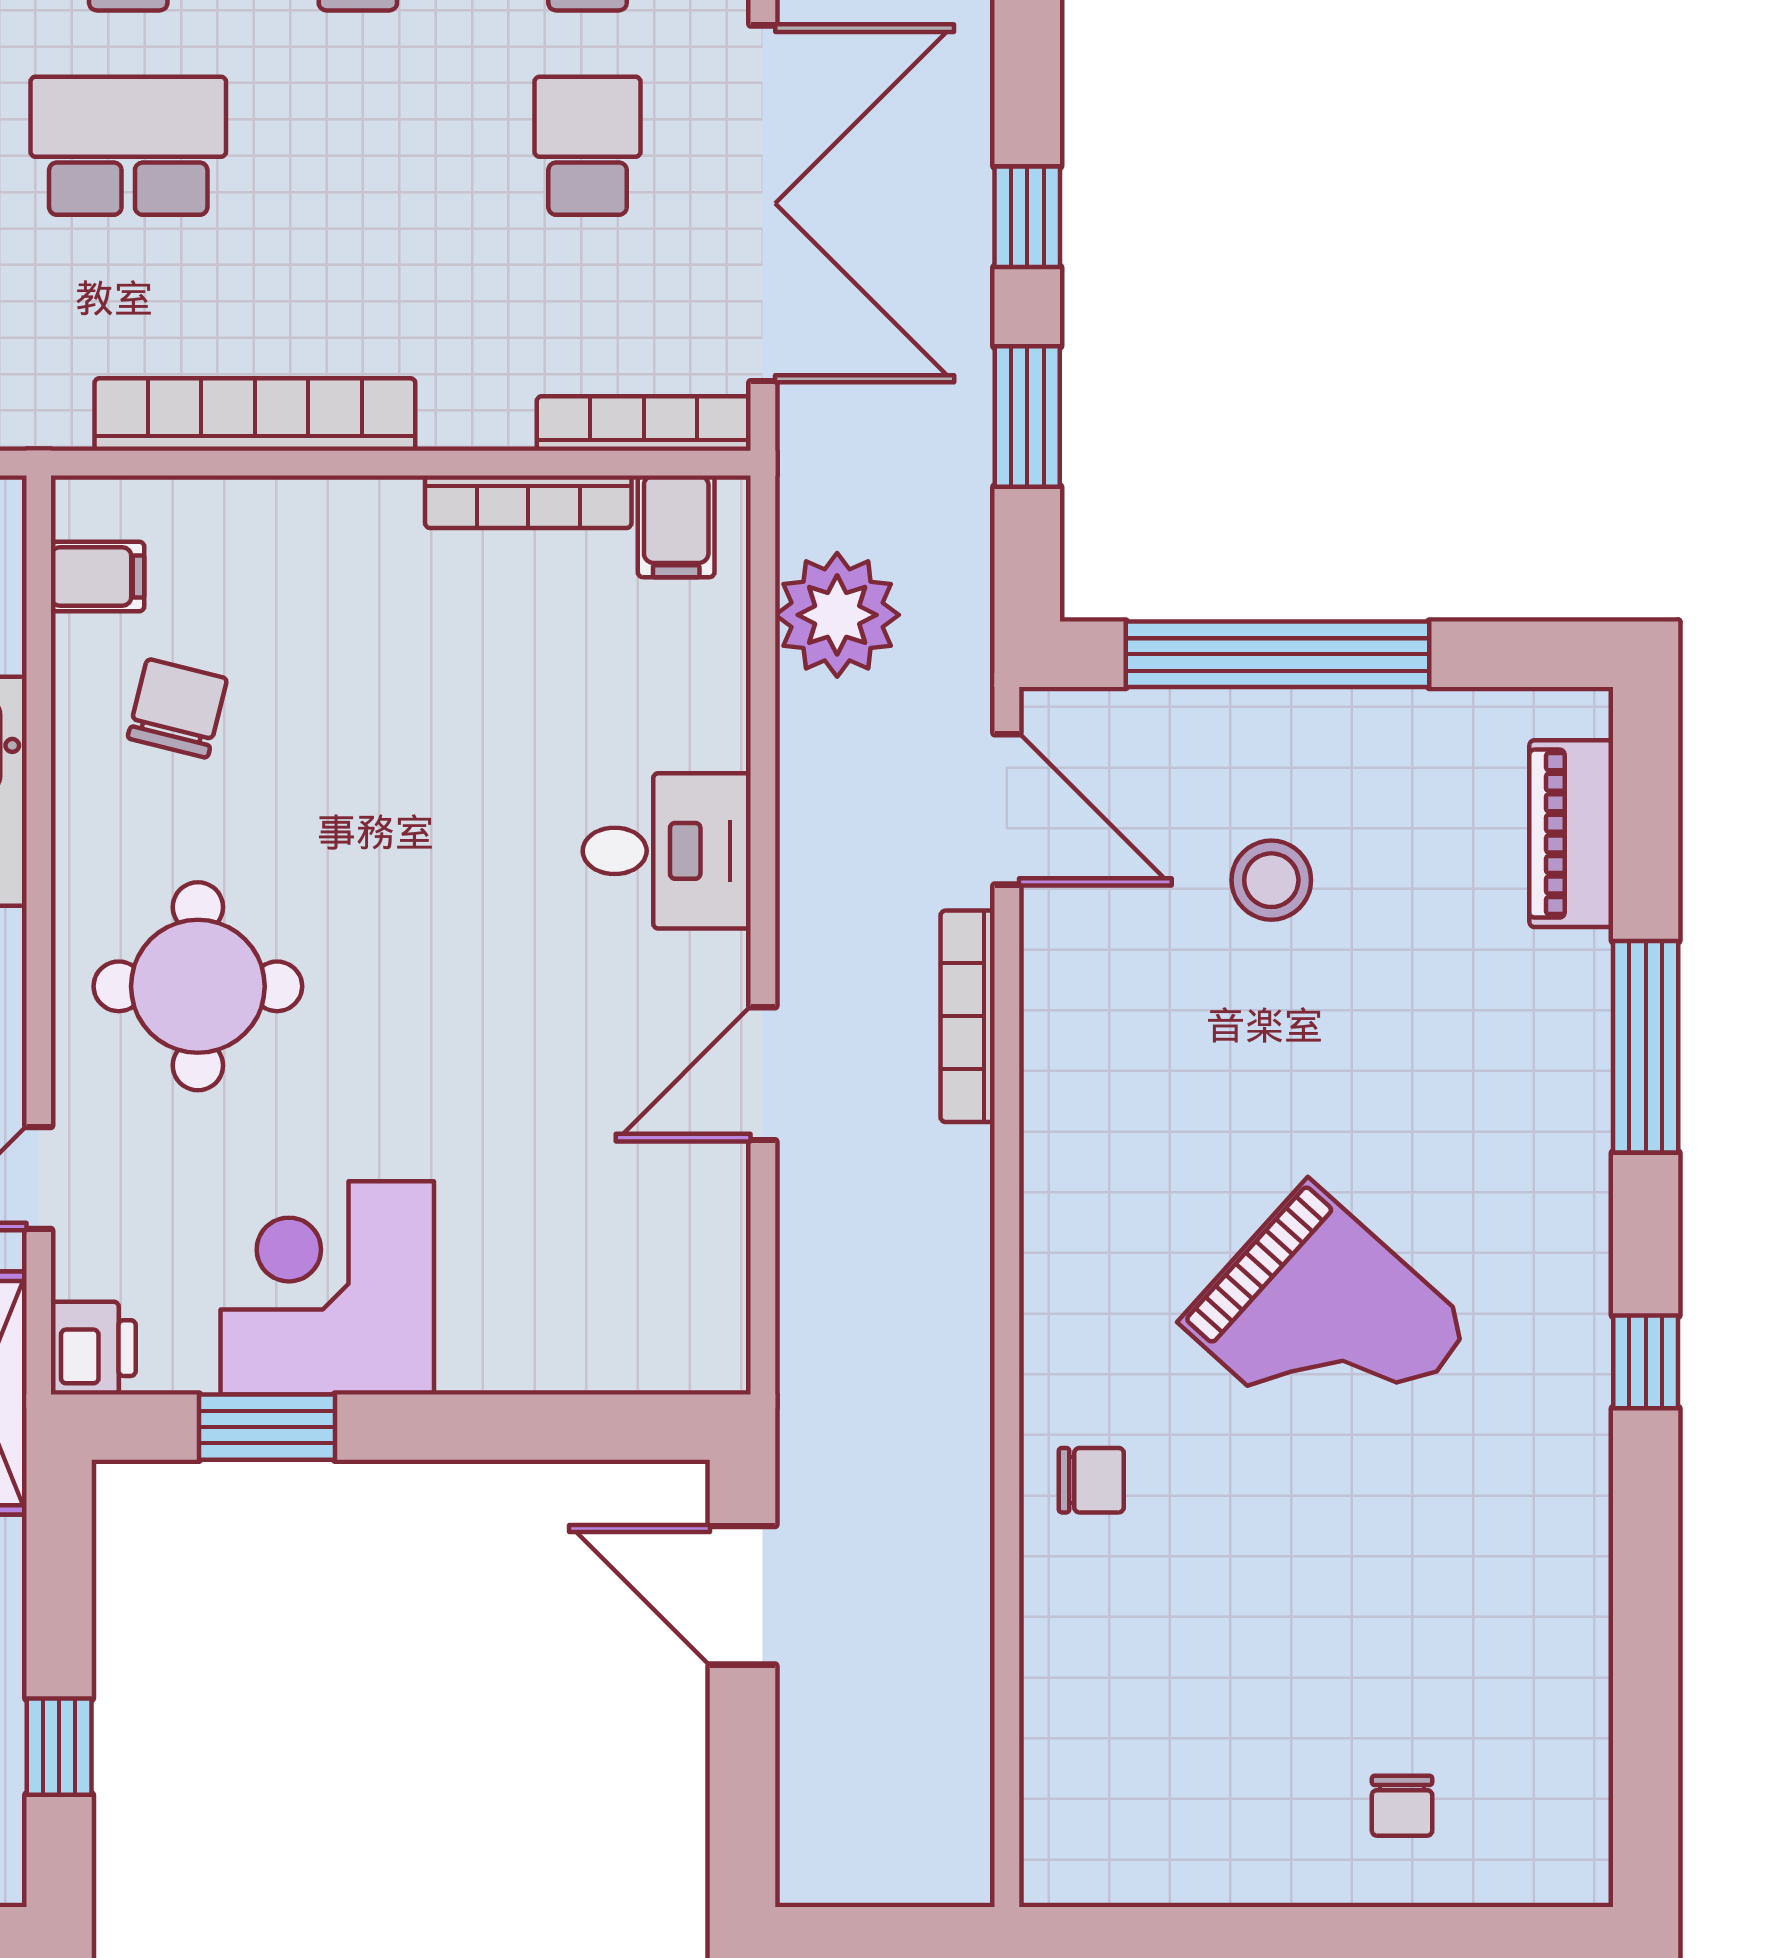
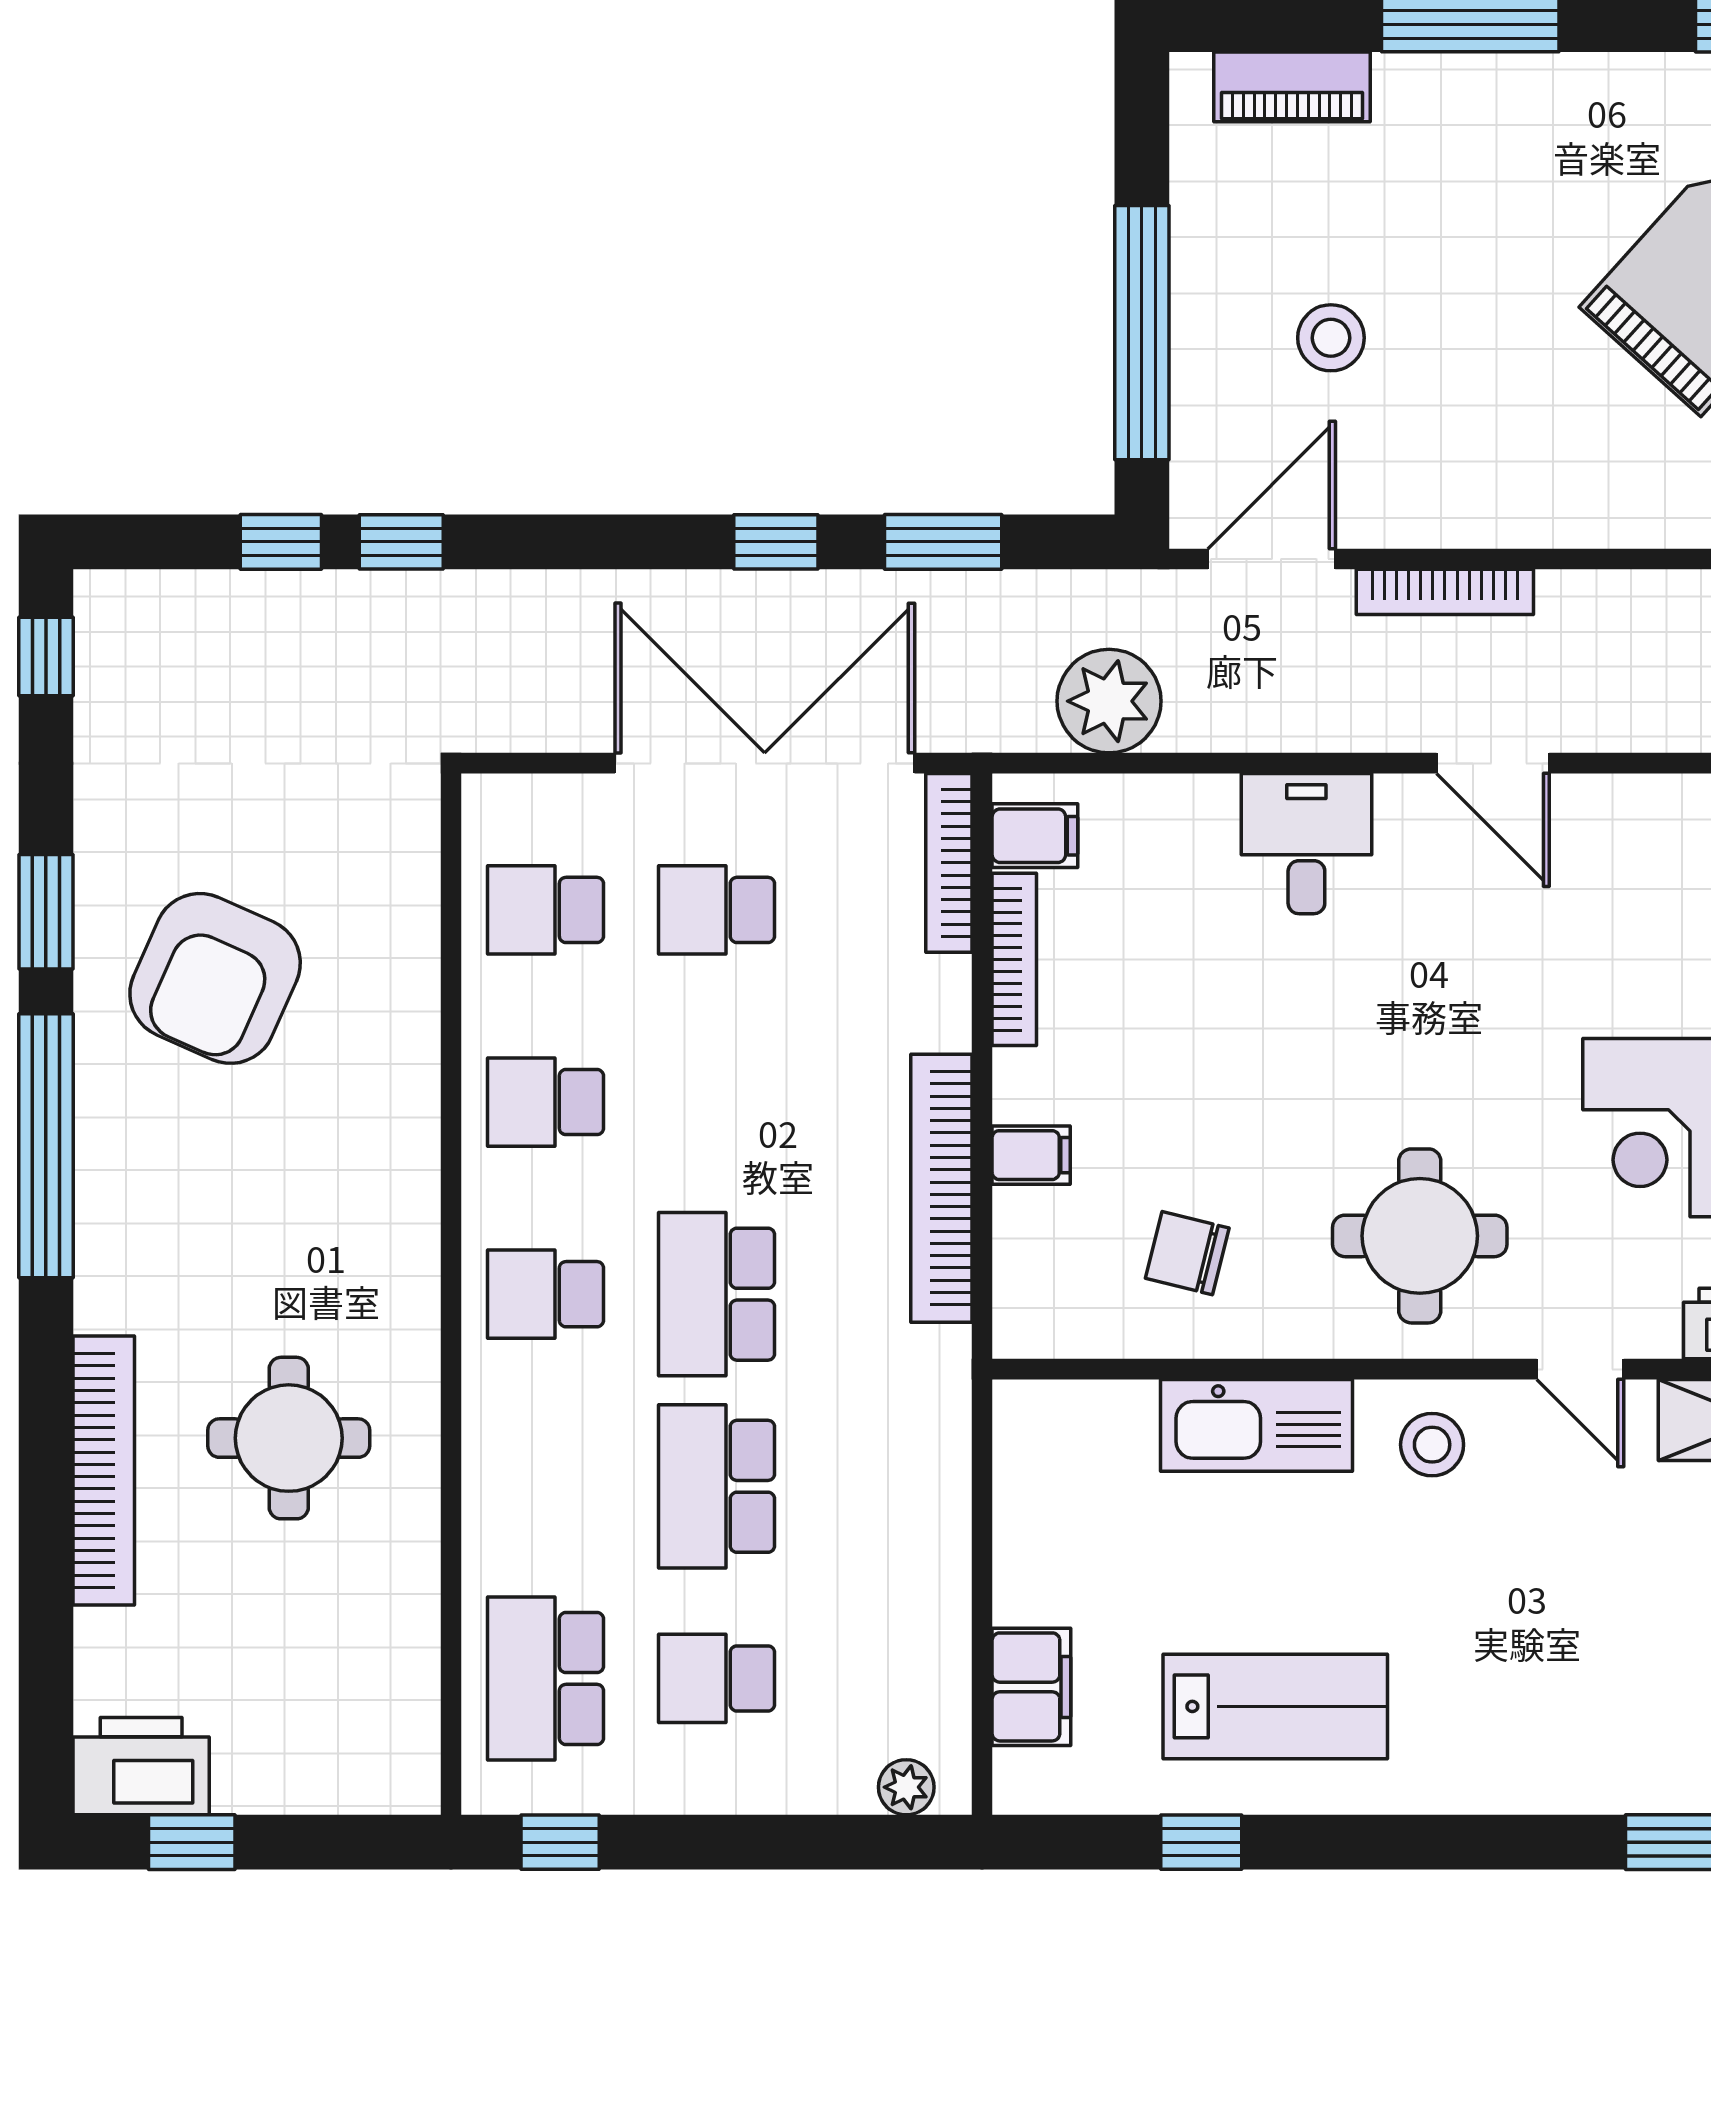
filing cabinet: (98, 576) -> (1031, 1155), moved, turned 90

